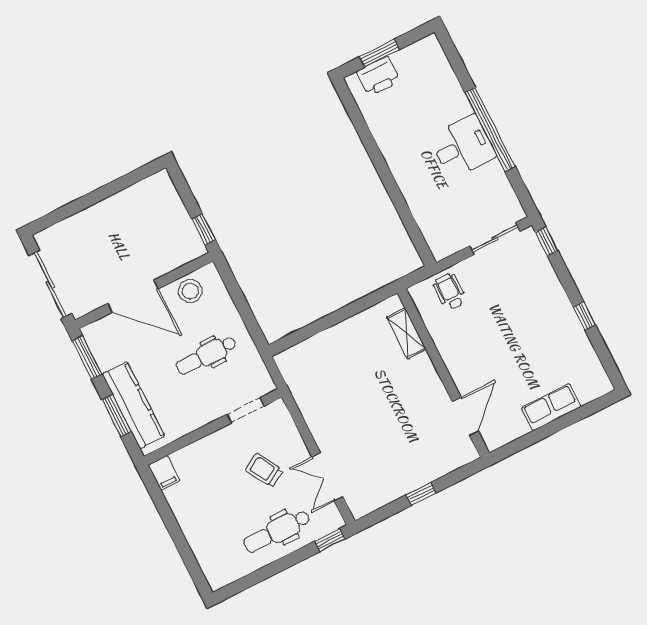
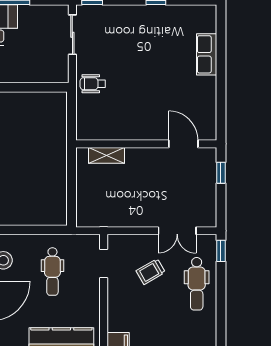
shelving: (406, 333) -> (106, 155), moved
wall: (443, 373) -> (146, 144), moved
door: (465, 416) -> (183, 144), moved

